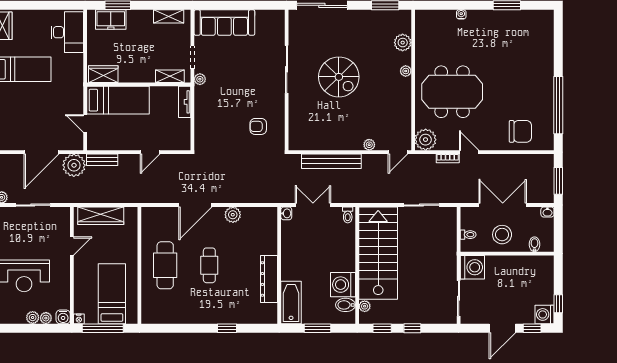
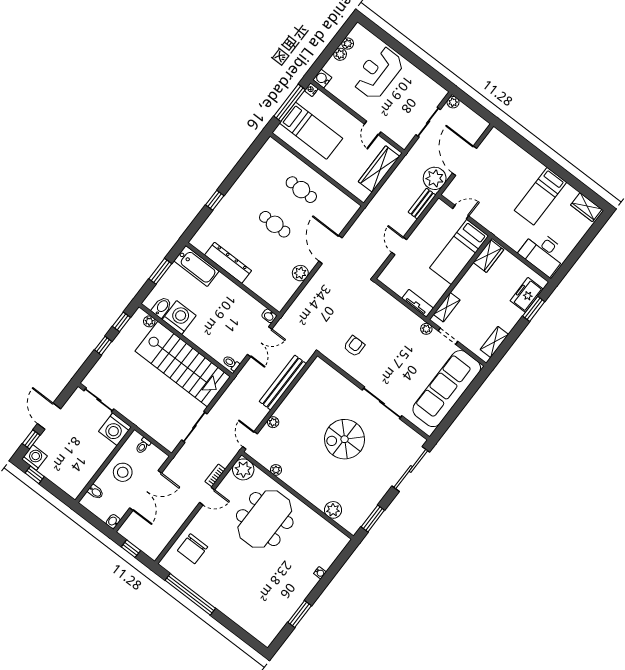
sofa: (224, 23) -> (447, 389), width x1.36, depth x1.27
plant: (406, 71) -> (276, 470), moved
window: (558, 181) -> (131, 549), width x0.67
cafe table: (165, 265) -> (301, 190), width x0.73, depth x0.74
plant: (46, 318) -> (348, 44), moved

